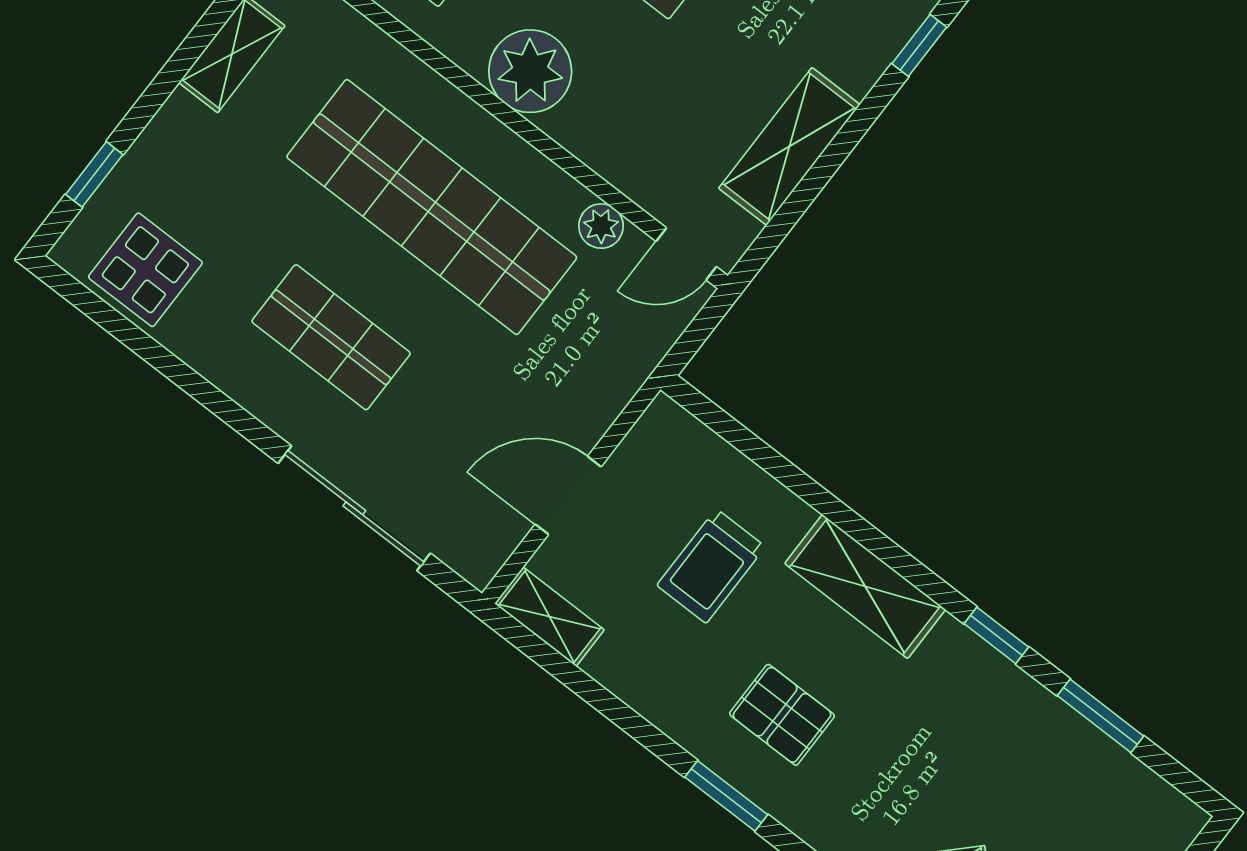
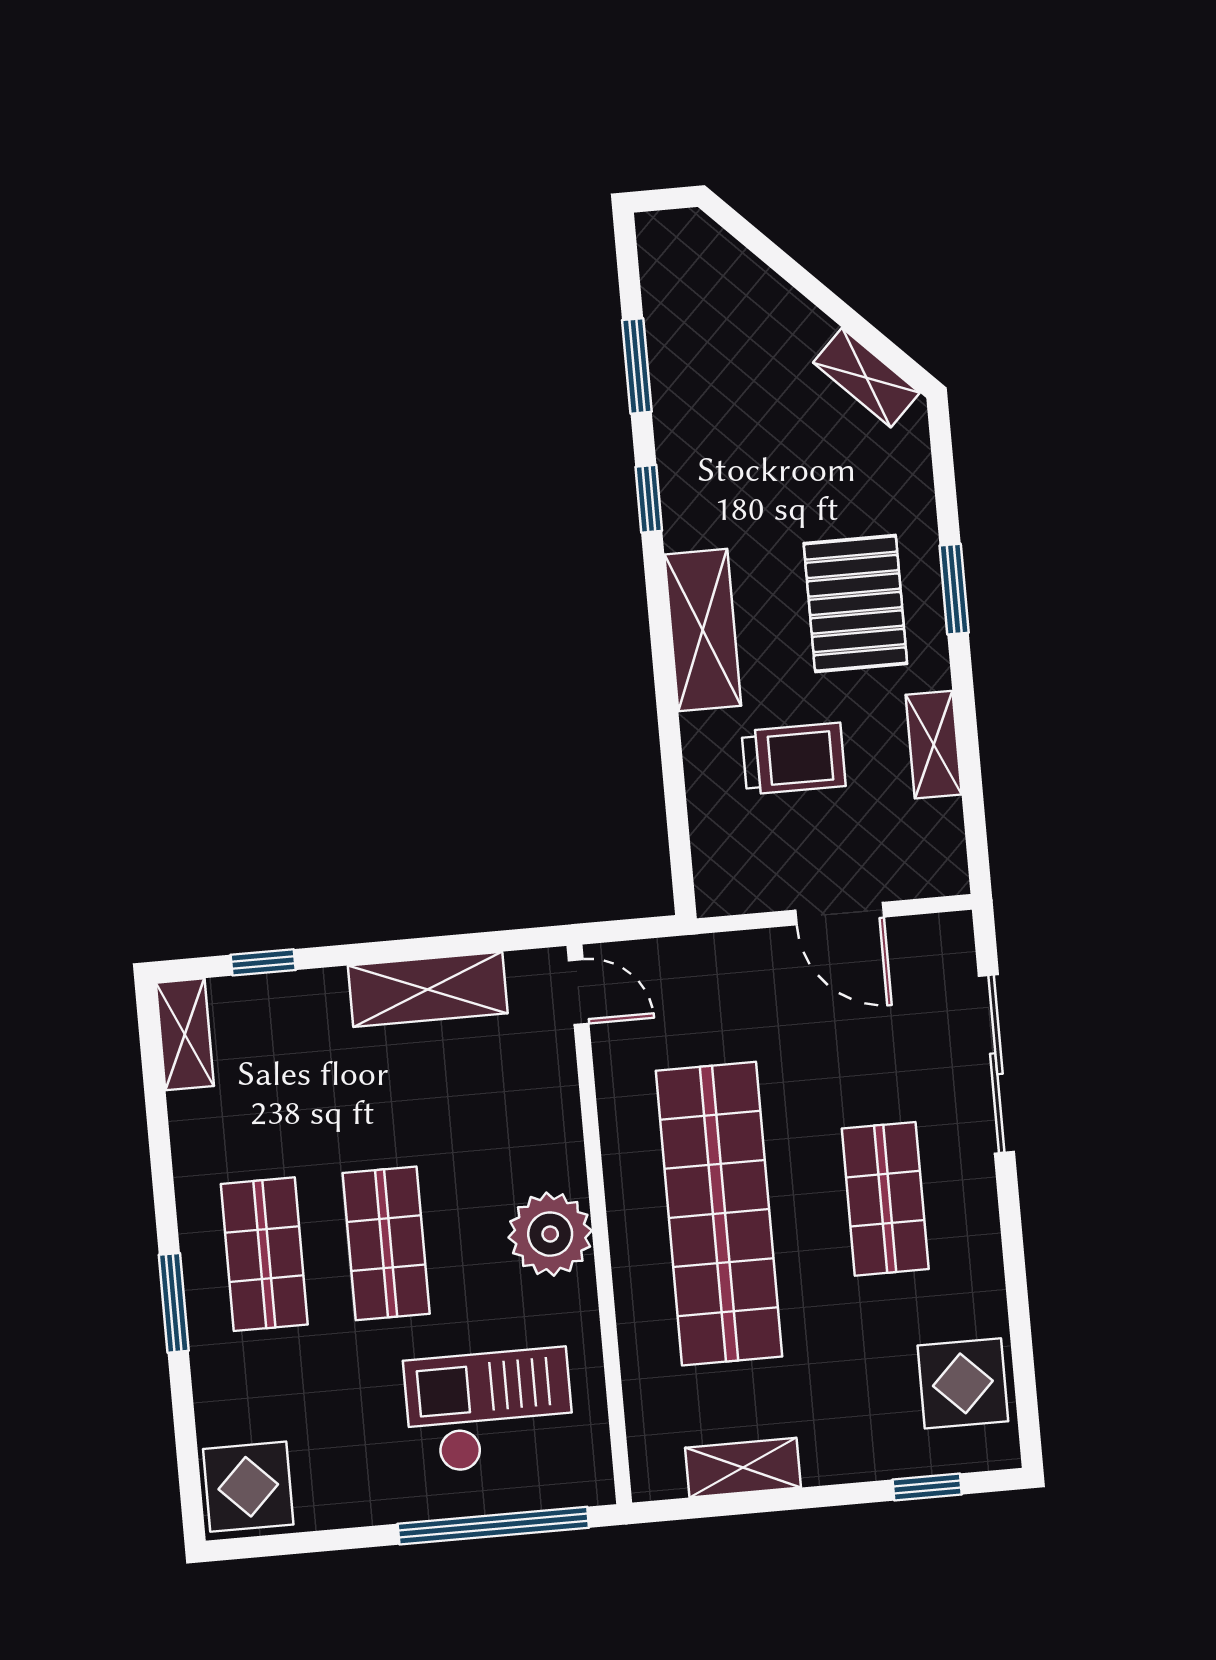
plant: (601, 226) -> (617, 1075), removed
shelving: (549, 617) -> (934, 745), moved
pallet: (782, 715) -> (855, 603), width x1.50, depth x1.42

